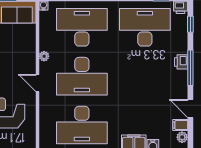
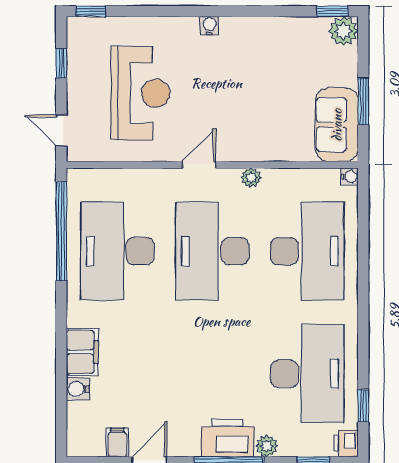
printer: (181, 62) -> (228, 438), width x1.87, depth x1.48
plant: (182, 137) -> (267, 446), moved

